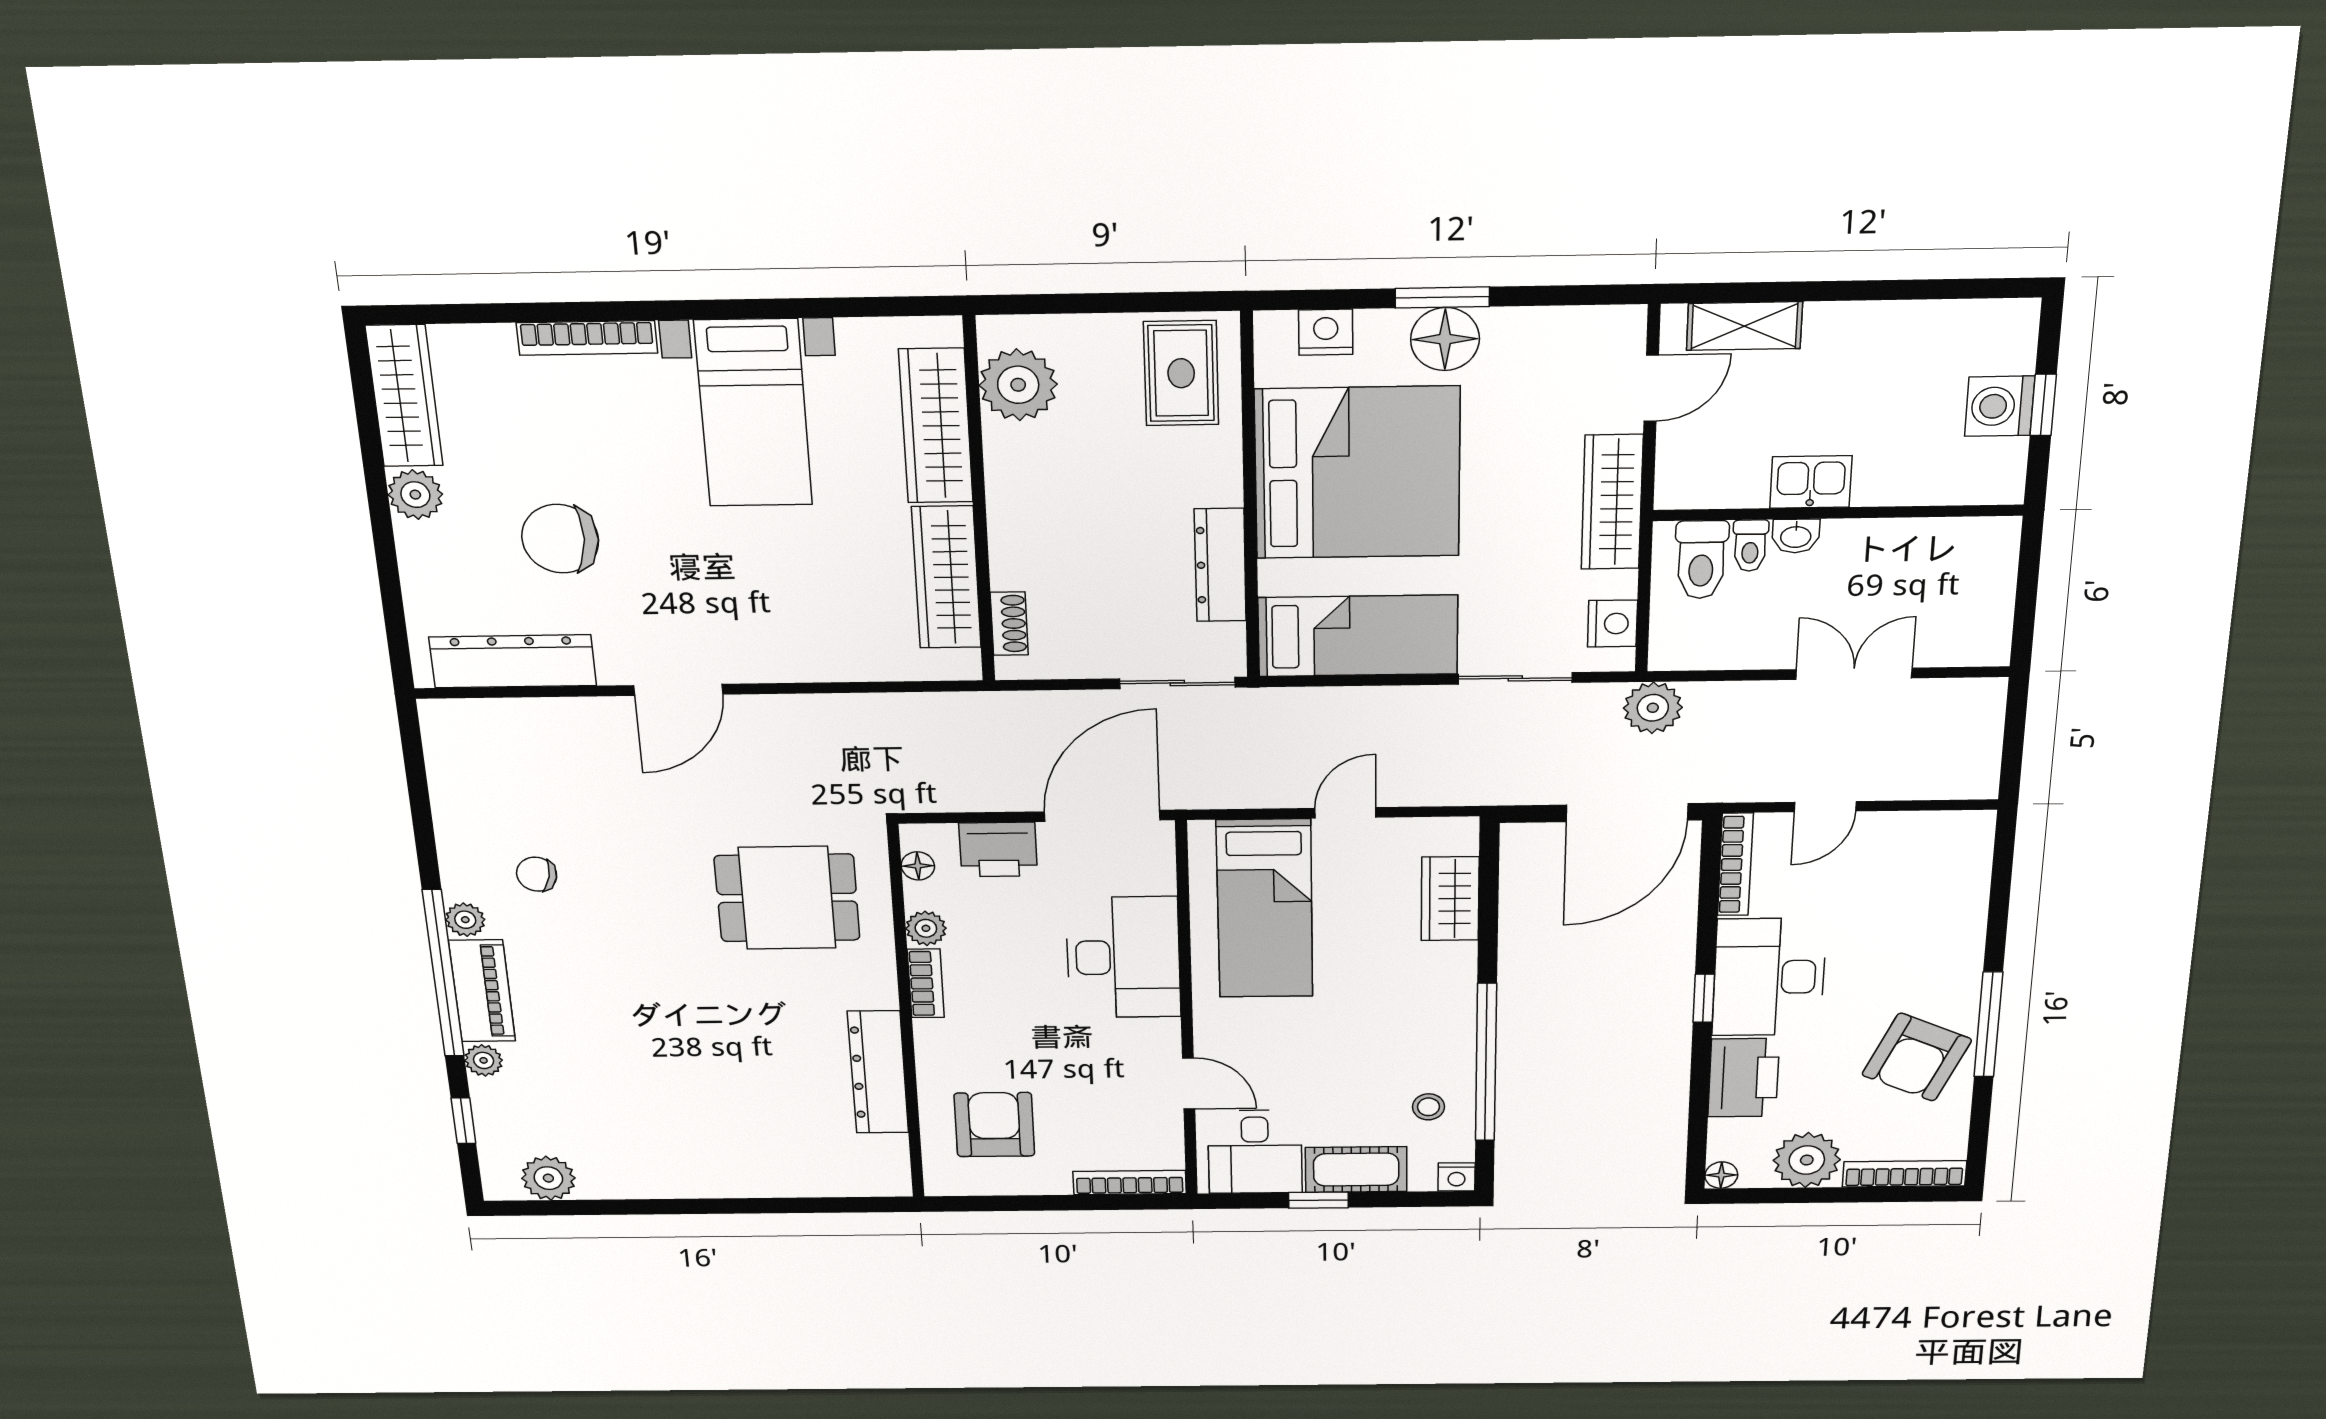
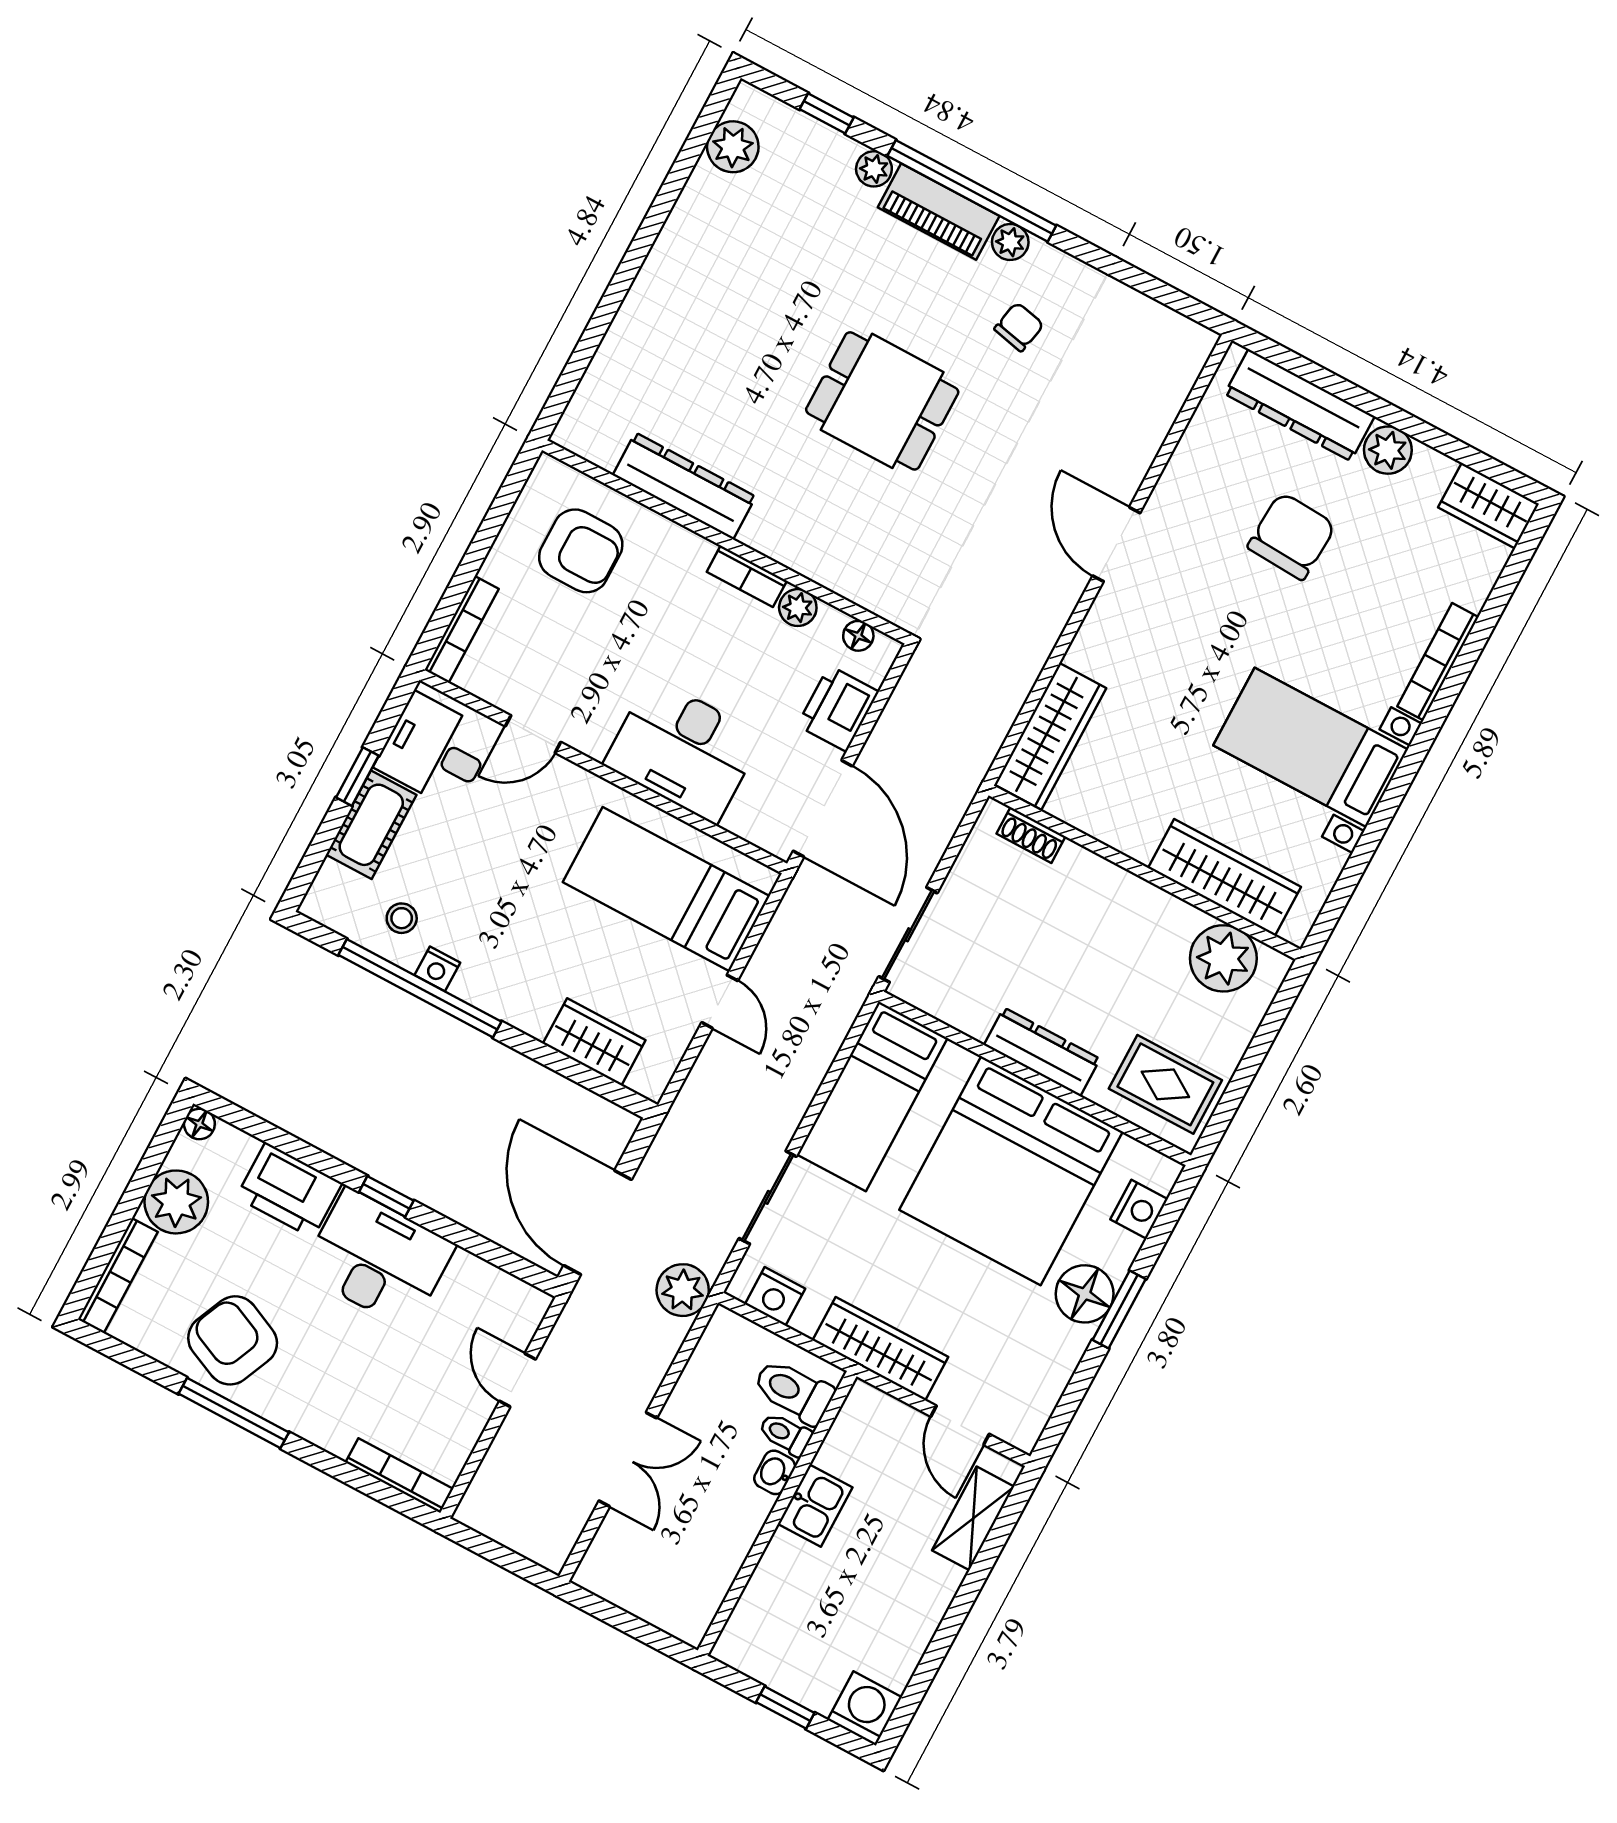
wardrobe: (404, 396) -> (1488, 506), width x0.67
washing machine: (2000, 406) -> (865, 1708), moved
dresser: (1220, 565) -> (1042, 1052), moved
wardrobe: (946, 577) -> (1050, 736), moved, turned 90
dresser: (513, 661) -> (1300, 405), moved, turned 90
bookcase: (1735, 864) -> (399, 1476), moved, turned 180
dining table: (787, 898) -> (882, 401), moved, turned 90
nightstand: (1457, 1177) -> (437, 969), moved, turned -90

